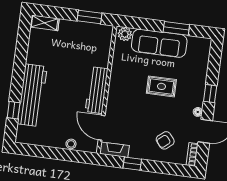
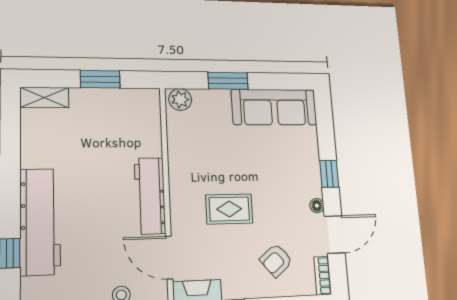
window: (89, 17) -> (100, 79), moved
window: (176, 28) -> (228, 81), moved
sofa: (159, 43) -> (274, 107), moved
rug: (161, 86) -> (229, 209), moved

